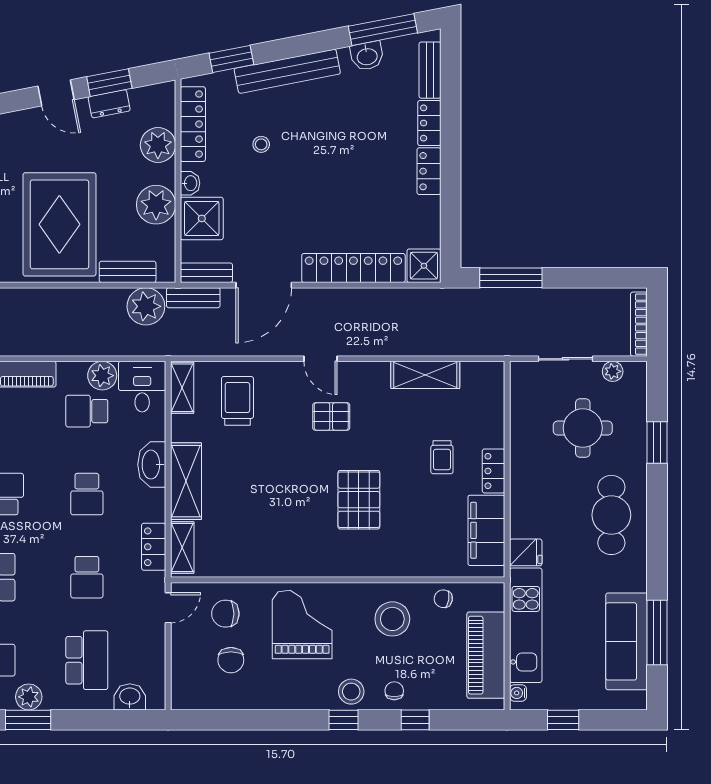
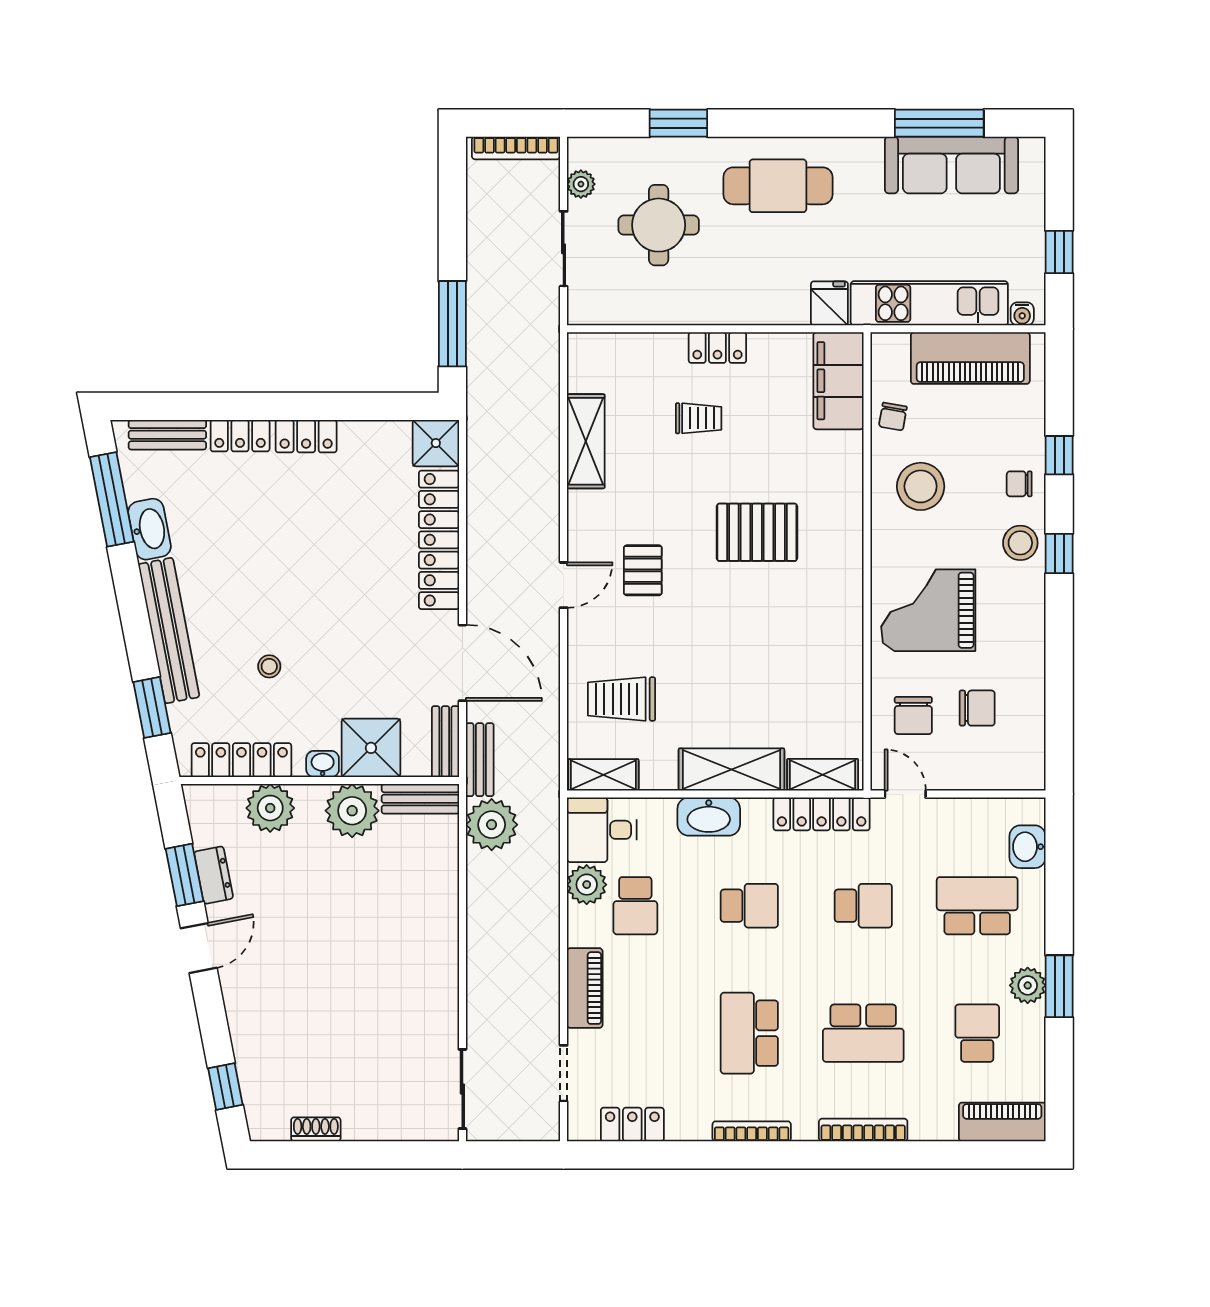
washbasin: (367, 56) -> (150, 529), width x1.38
rug: (59, 224) -> (379, 943), removed
bench: (128, 272) -> (420, 799), moved, turned 90
filing cabinet: (486, 530) -> (838, 381), moved, turned 90
locker: (154, 547) -> (822, 814), width x1.53

